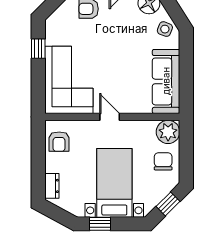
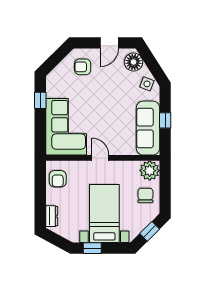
window: (186, 72) -> (165, 120), added

